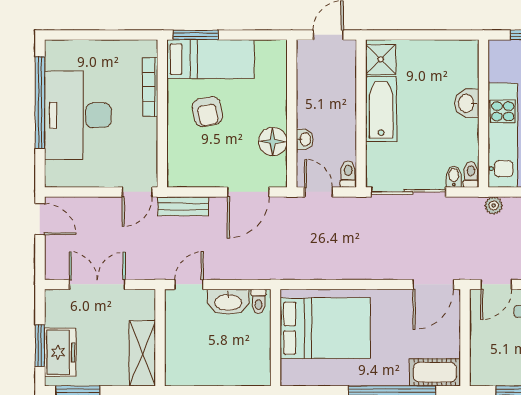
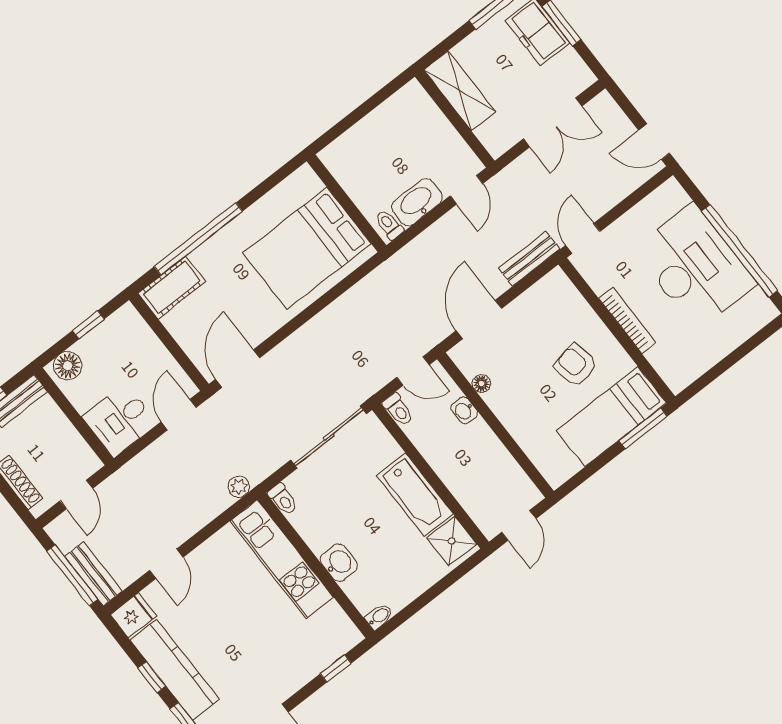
bookcase: (150, 87) -> (627, 320), moved
floor lamp: (273, 142) -> (481, 384), width x0.53, depth x0.53
bidet: (454, 177) -> (379, 617), moved, turned -90

